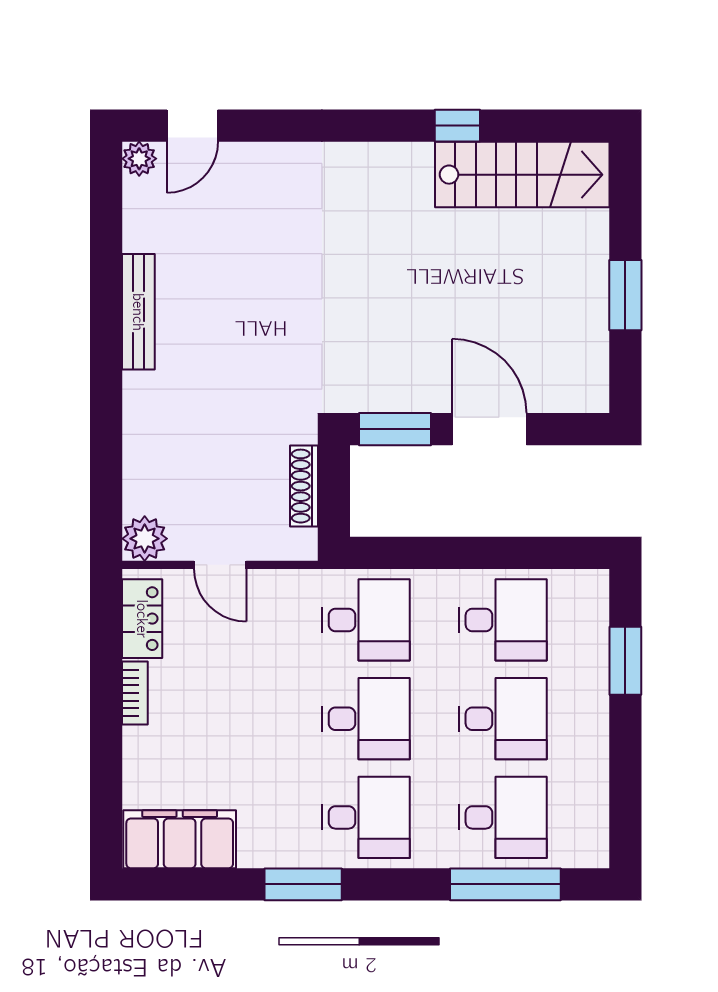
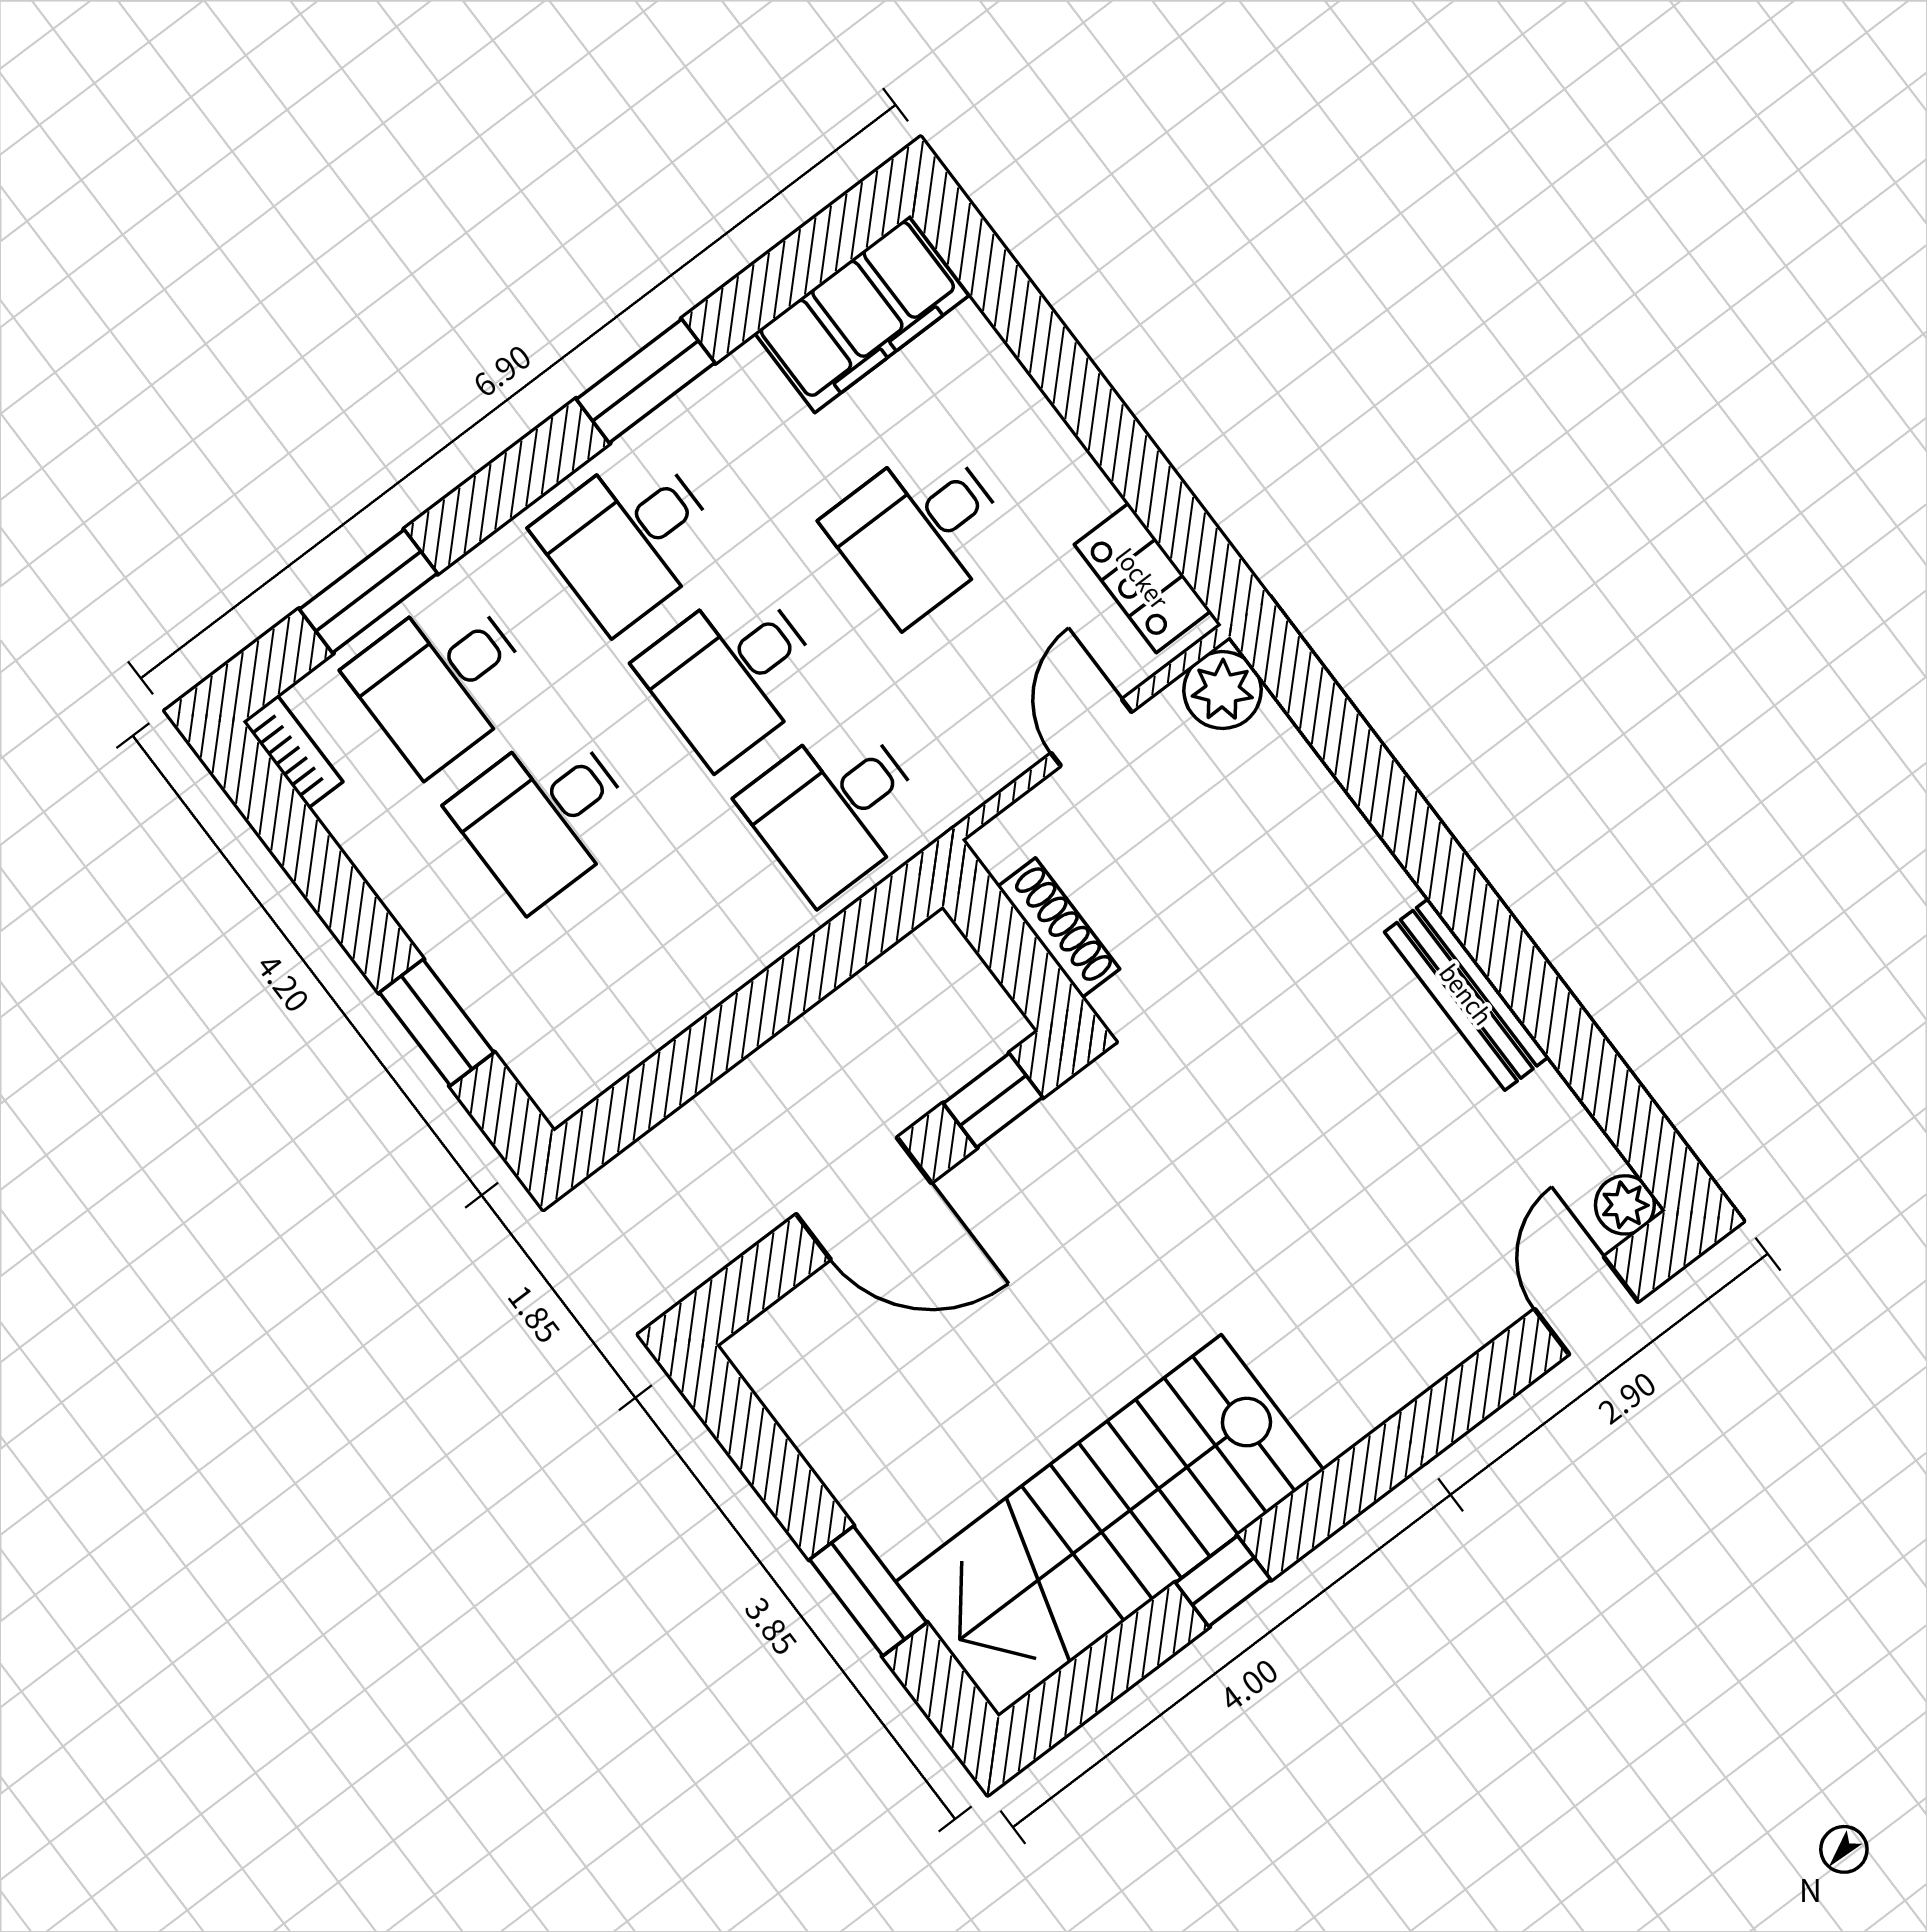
stairs: (522, 175) -> (1110, 1526), width x1.36, depth x1.51
window: (625, 295) -> (868, 1591), moved
window: (395, 429) -> (993, 1100), width x0.67
door: (220, 565) -> (1091, 733), hinge flipped
desk: (503, 620) -> (920, 531), moved
bookcase: (135, 693) -> (293, 752), moved, turned 180
window: (505, 884) -> (368, 591), width x0.69

